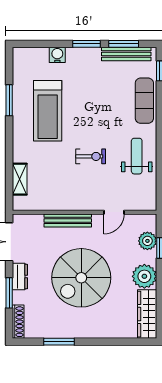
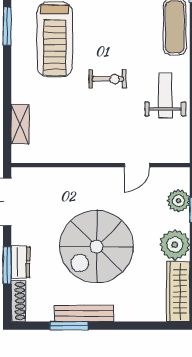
exercise bike: (91, 156) -> (108, 79), moved
bench: (68, 220) -> (84, 313), moved
dresser: (20, 277) -> (20, 262), moved

